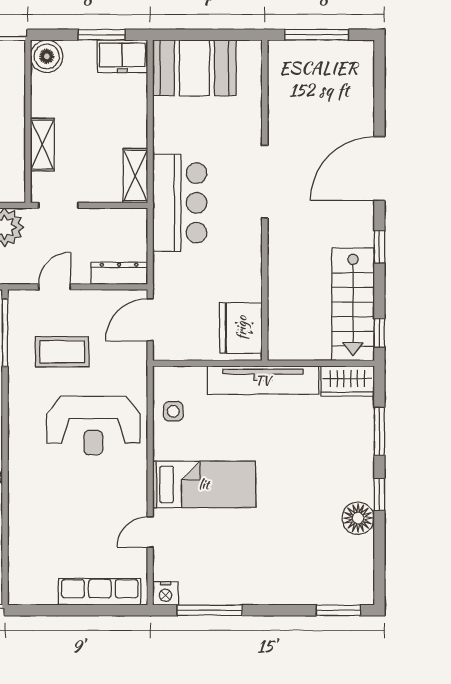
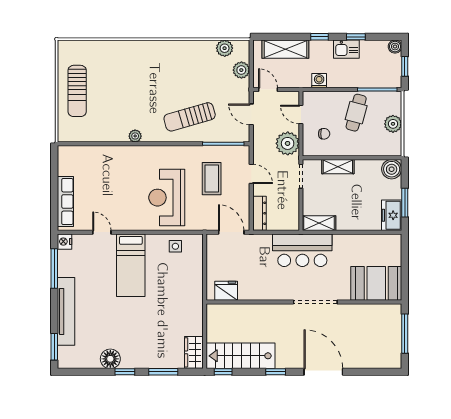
booth: (194, 68) -> (376, 283), moved, turned 90
fridge: (241, 328) -> (226, 291), width x0.73, depth x0.75
tv unit: (263, 380) -> (66, 311), moved, turned 180

